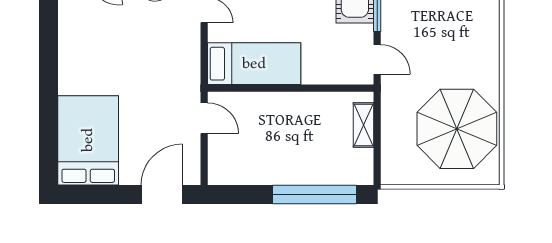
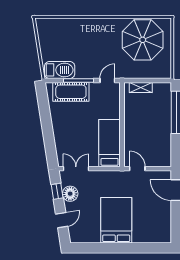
door: (204, 118) -> (137, 169), hinge flipped
bed: (88, 140) -> (116, 220), moved, turned 90

